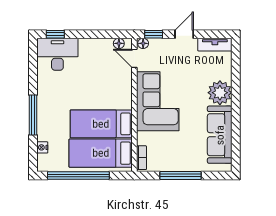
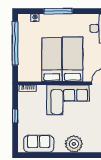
sofa: (220, 135) -> (39, 144), width x0.73
bed: (101, 153) -> (73, 59), moved
window: (181, 176) -> (15, 116), width x0.46

